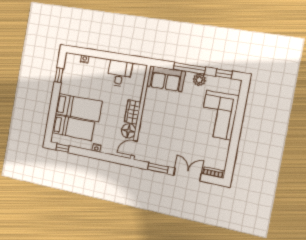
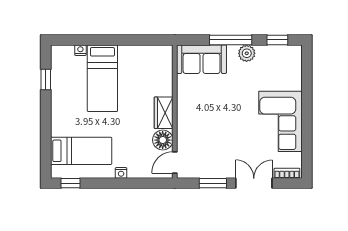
desk: (119, 73) -> (135, 62), removed
bed: (78, 108) -> (102, 78), moved, turned 90
corner sofa: (219, 115) -> (281, 121), moved

